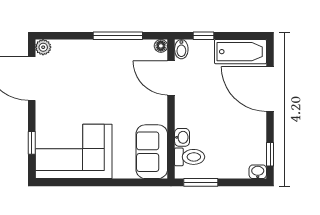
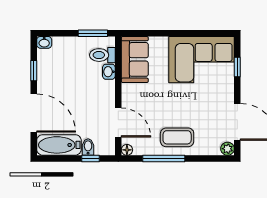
bidet: (181, 49) -> (88, 147), moved
coffee table: (102, 61) -> (177, 137), added
window: (270, 154) -> (34, 71), moved

